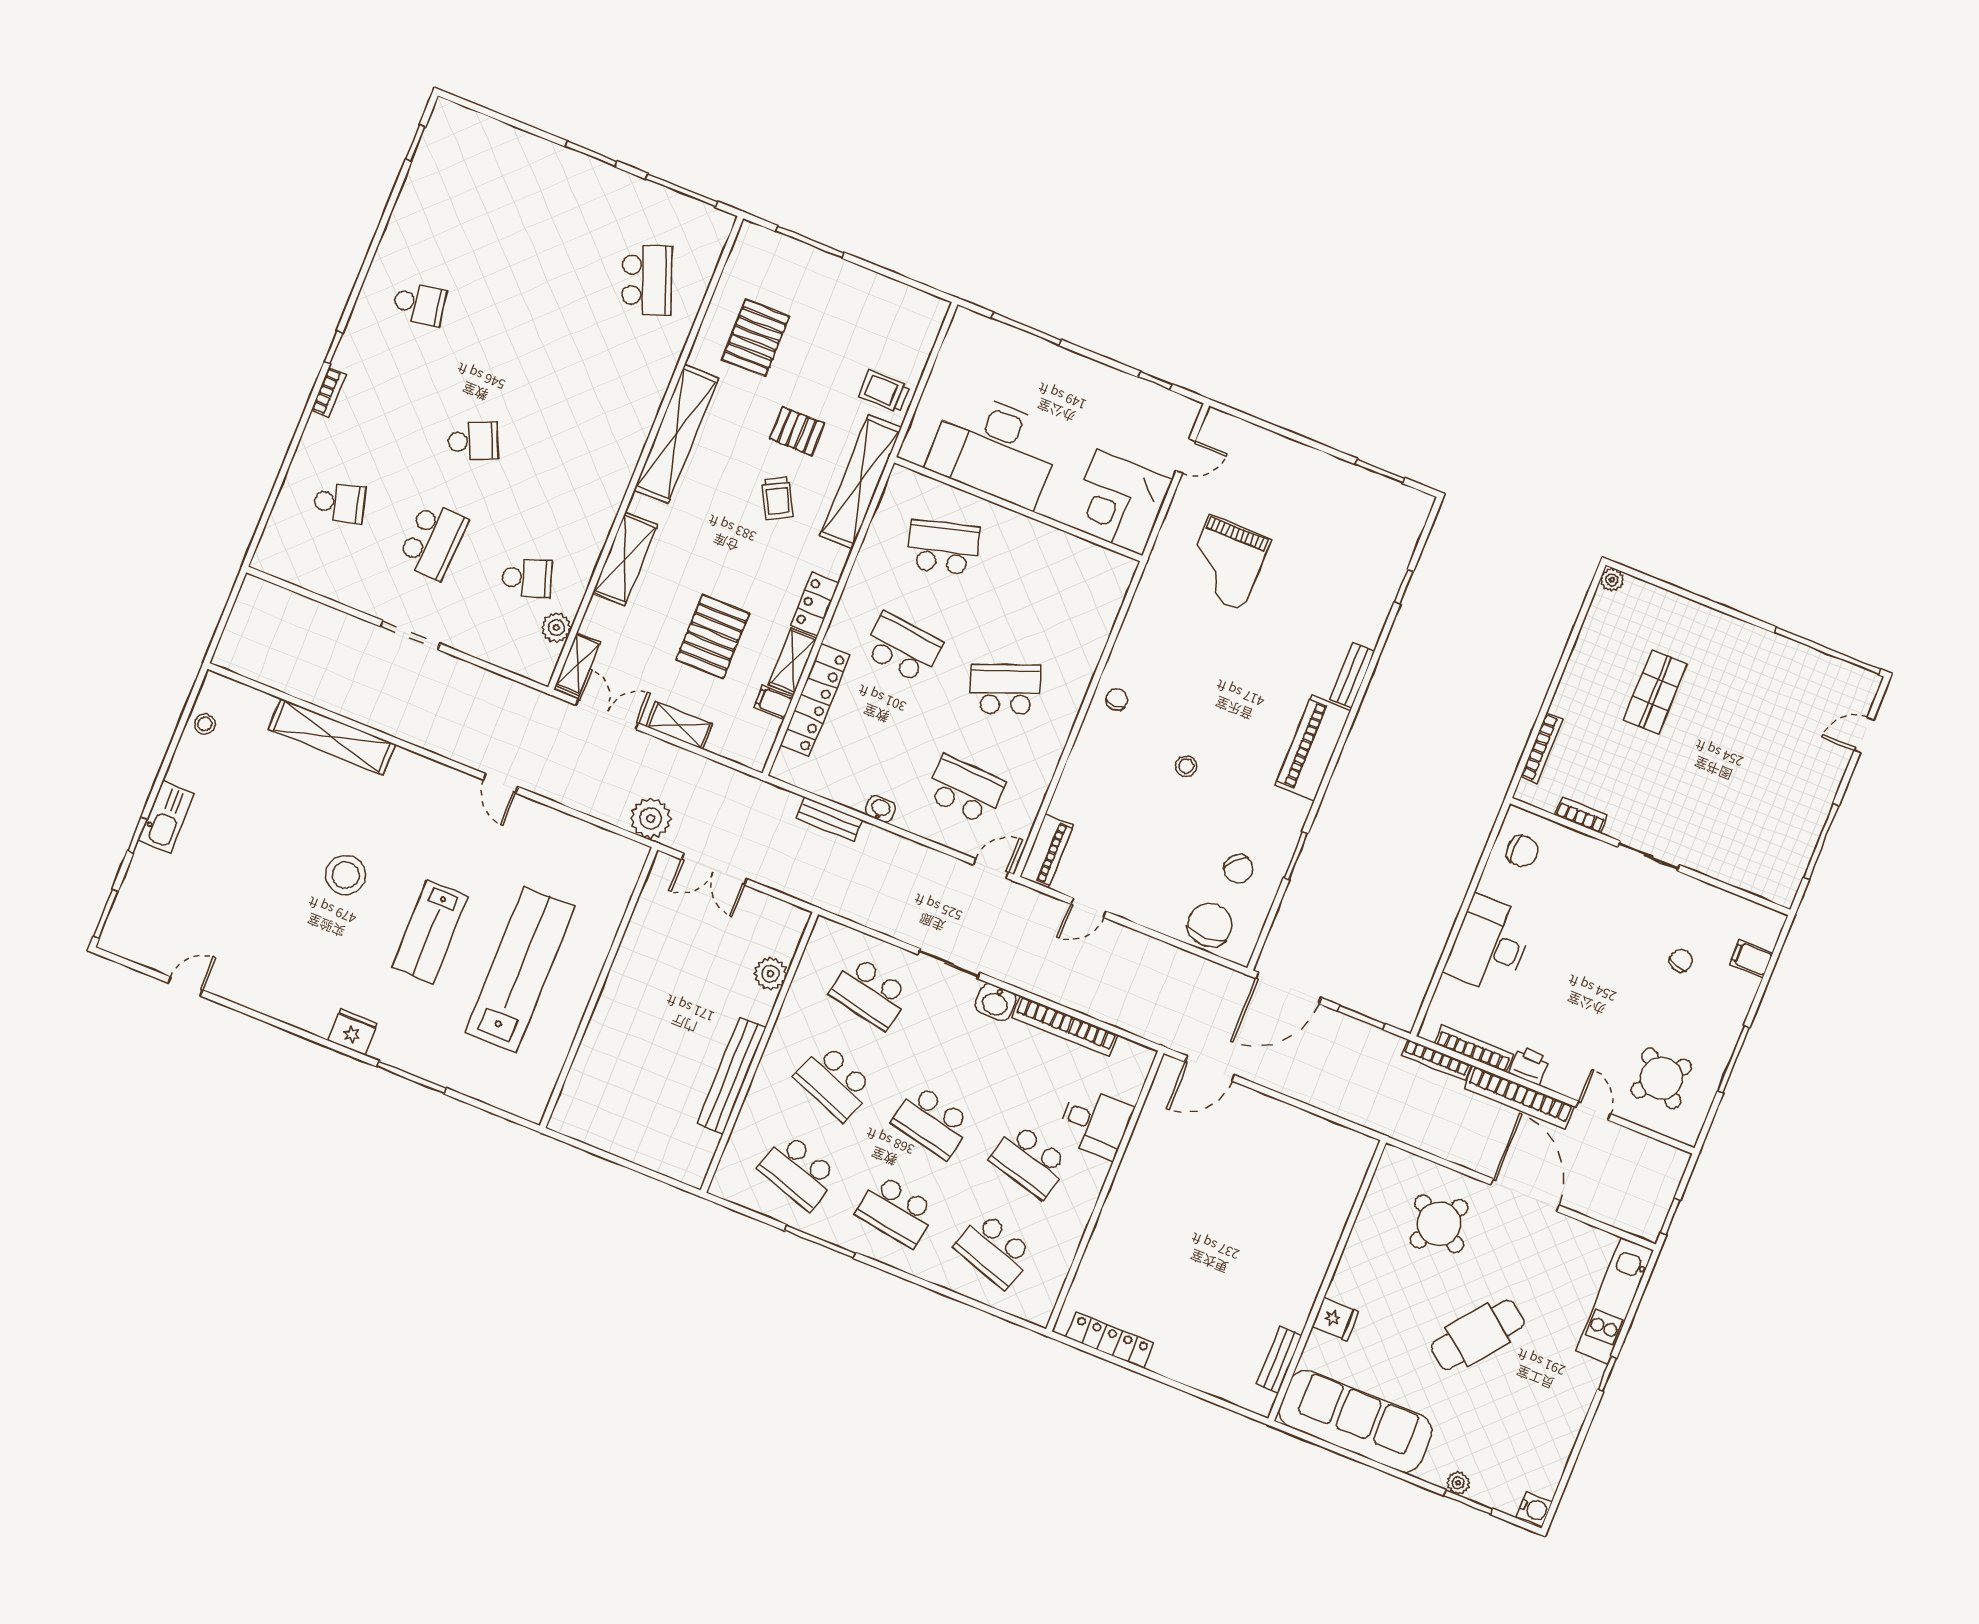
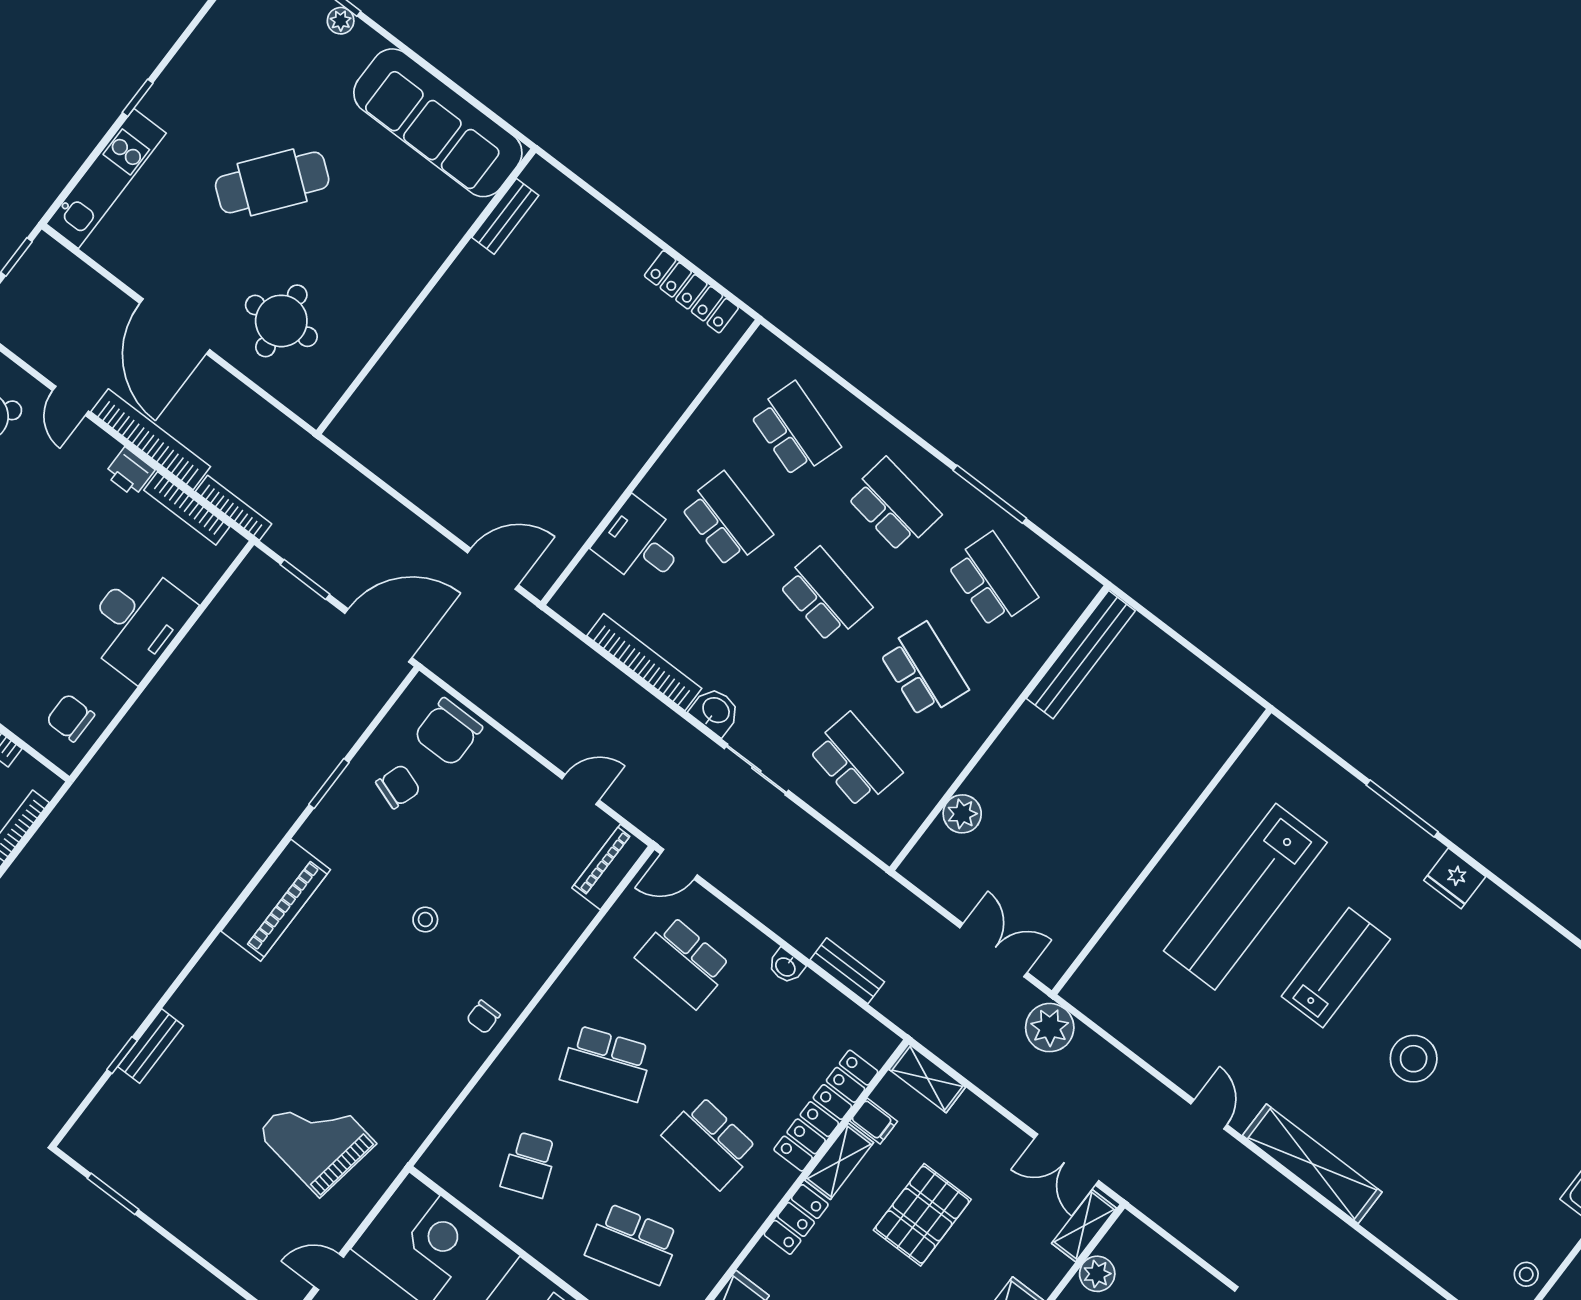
grand piano: (1226, 563) -> (317, 1138), turned -81
school desk: (1046, 589) -> (529, 1165), added
bench: (1352, 675) -> (151, 1046), moved
shelving: (679, 725) -> (927, 1078), moved
shelving: (332, 737) -> (1312, 1164), moved
chair: (1238, 869) -> (398, 787), turned 66
bench: (731, 1076) -> (1081, 655), moved
round table: (1439, 1224) -> (281, 321), turned -36
fridge: (1335, 1319) -> (429, 245), removed

